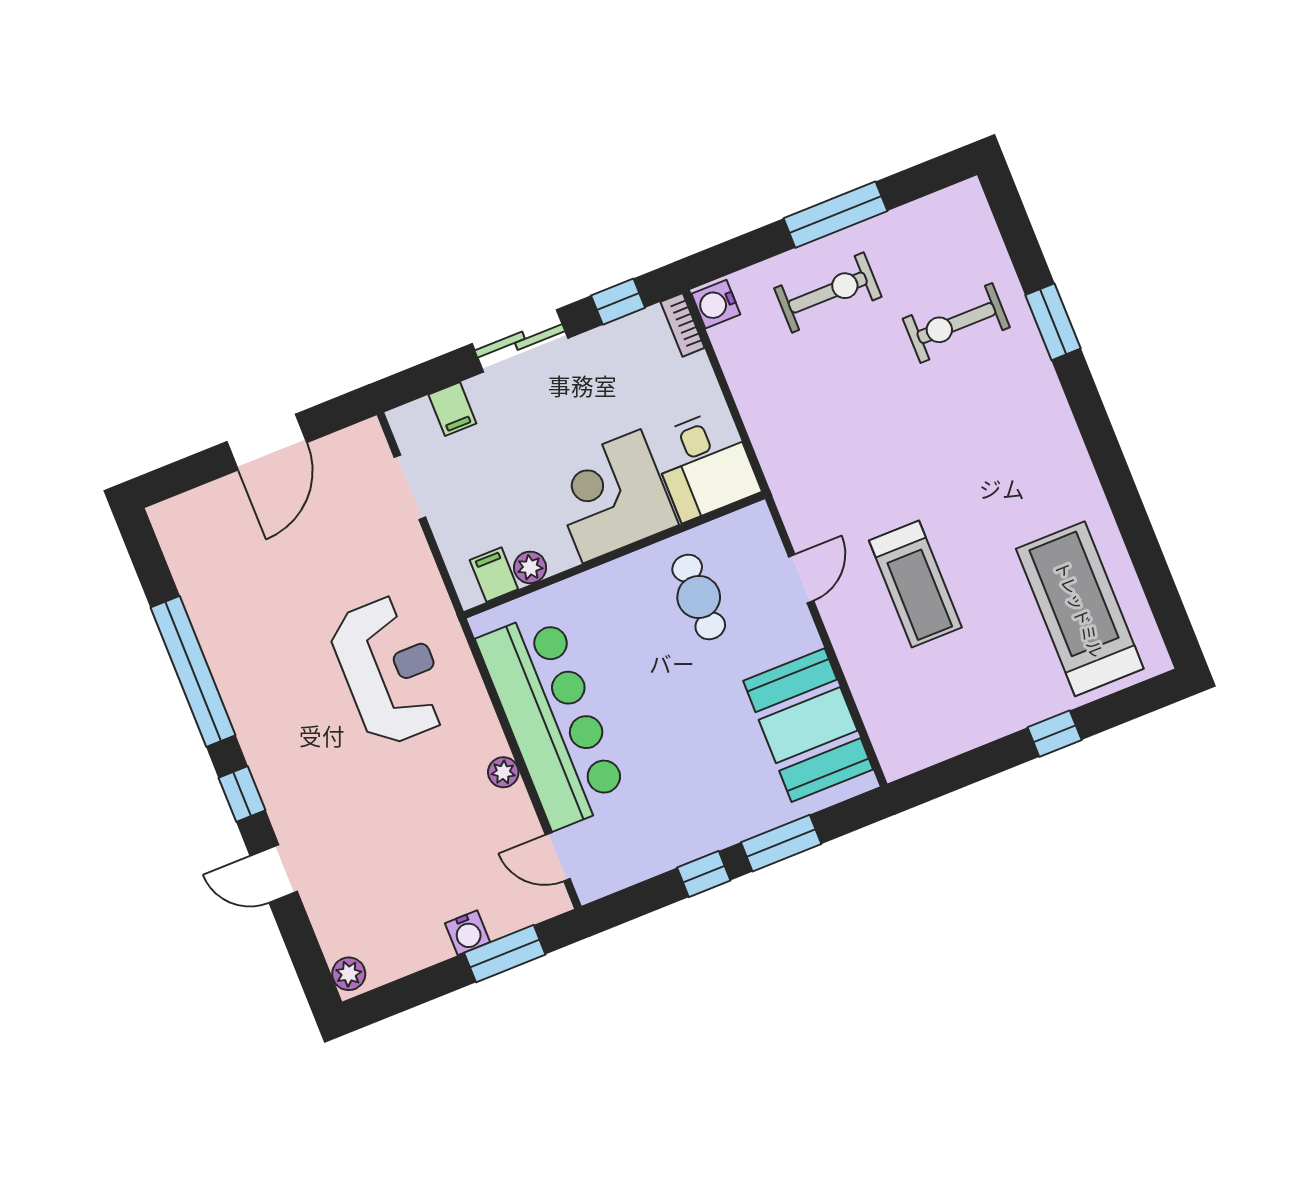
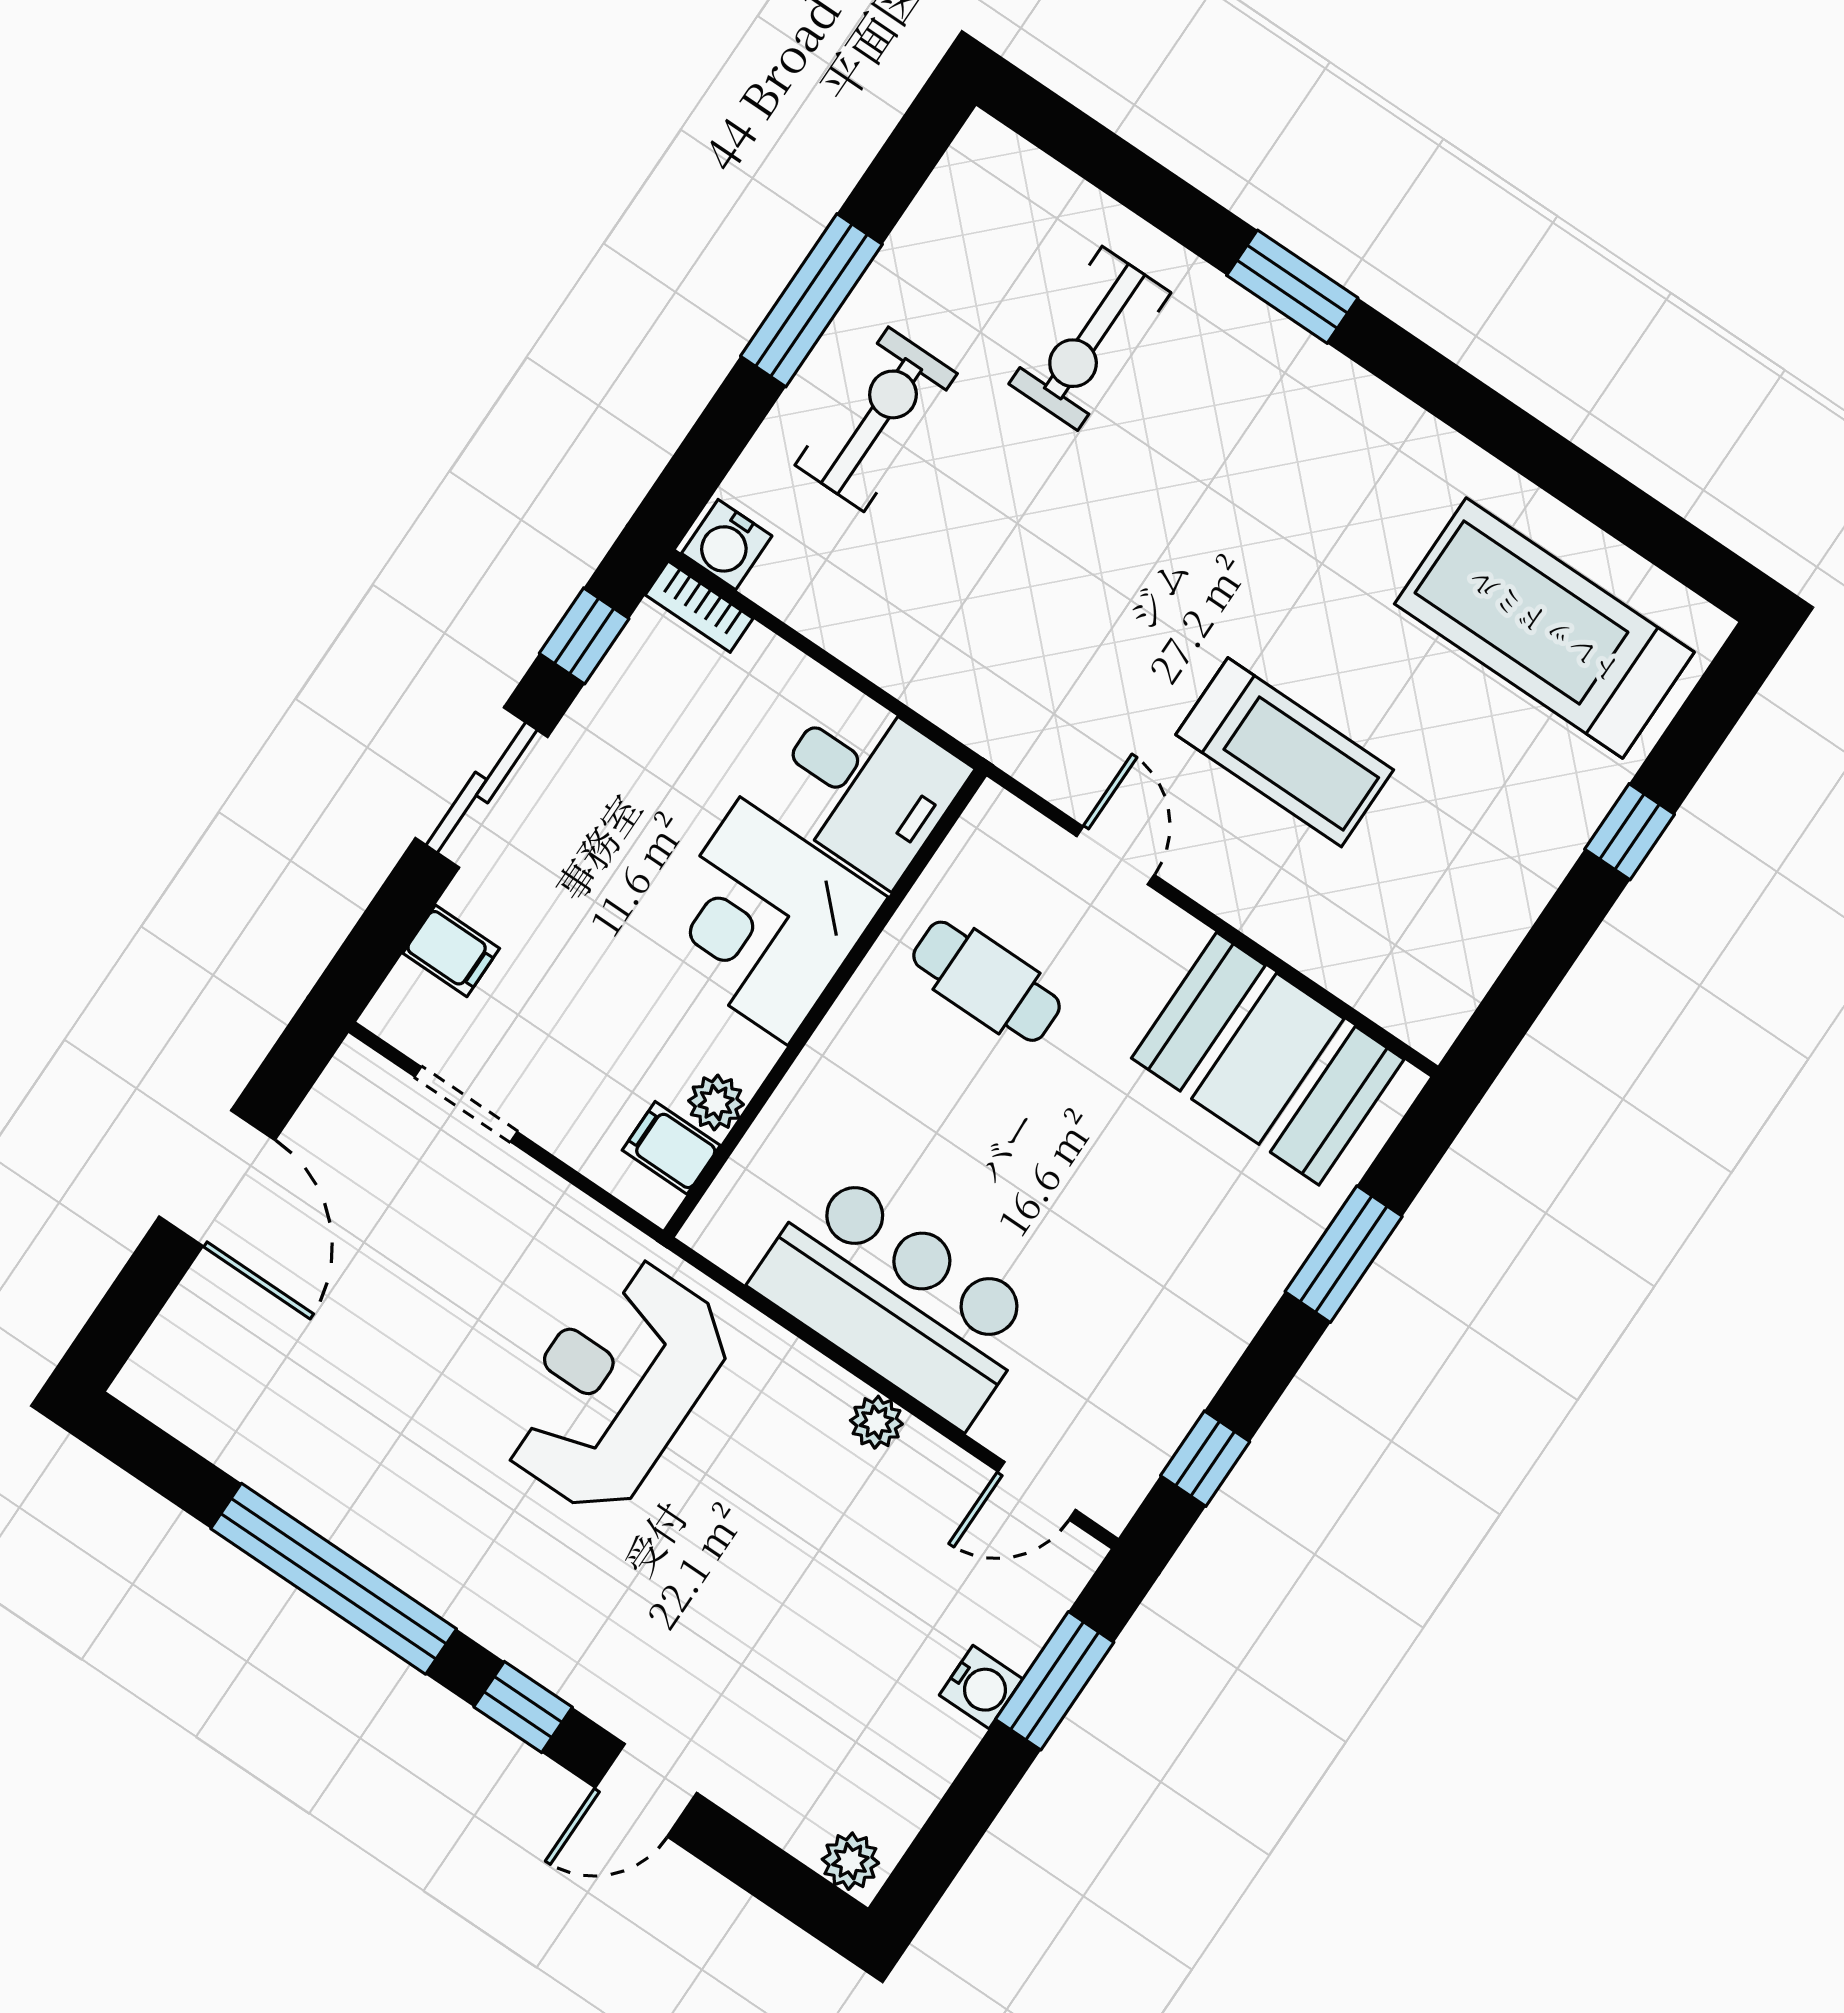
window: (1053, 322) -> (1292, 287), moved
reception desk: (390, 670) -> (615, 1386), turned -90
bar counter: (553, 720) -> (896, 1299), width x0.73
window: (704, 874) -> (1205, 1459), moved

